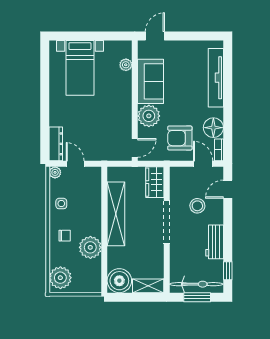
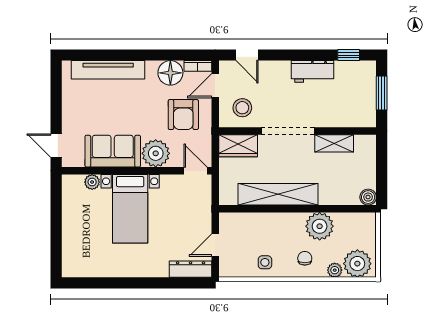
bed with nightstands: (80, 68) -> (130, 209), moved, turned 90
plant: (55, 172) -> (335, 270), moved
stool: (197, 206) -> (242, 108), moved
boiler: (119, 281) -> (368, 197), width x0.54, depth x0.54
bicycle: (196, 284) -> (365, 94), removed
shelving: (148, 286) -> (334, 143), moved, turned 90

